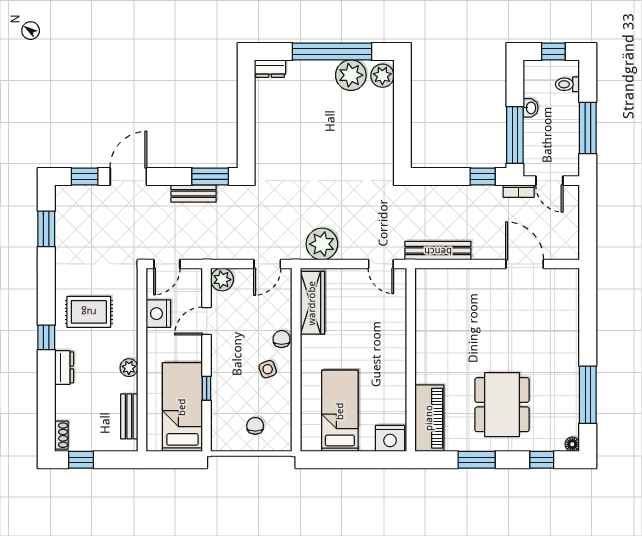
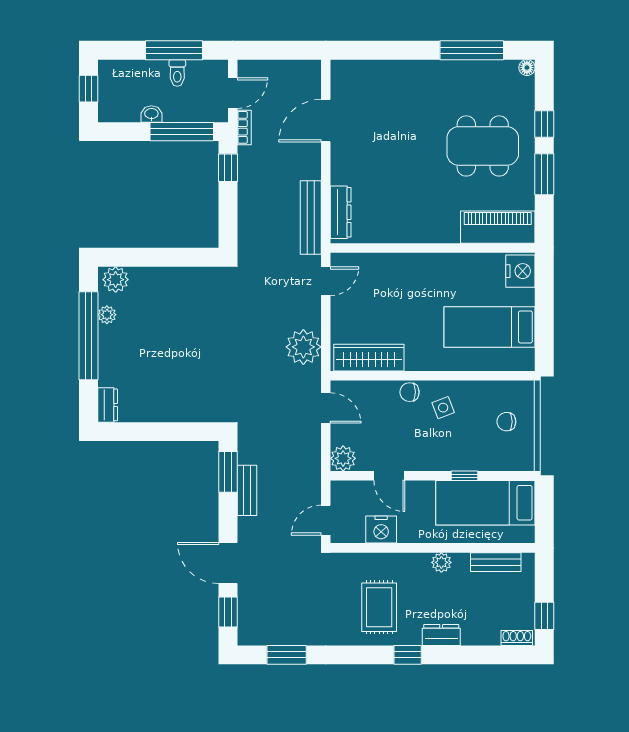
plant: (351, 75) -> (107, 315), width x0.53, depth x0.53
toilet: (567, 84) -> (177, 73), moved
door: (167, 264) -> (326, 520), swing flipped
dresser: (443, 277) -> (341, 212), added
window: (542, 460) -> (544, 124), moved

